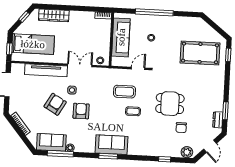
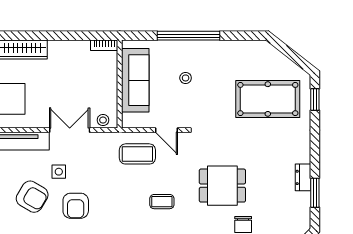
door: (138, 68) -> (166, 130), swing flipped
coffee table: (124, 92) -> (137, 154), moved
armchair: (55, 104) -> (32, 197), turned 91
armchair: (81, 111) -> (76, 206), turned 180
dresser: (218, 120) -> (303, 177), moved

